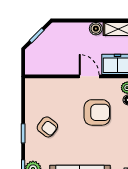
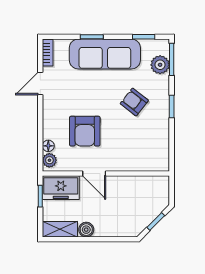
armchair: (97, 112) -> (85, 131), turned -90
armchair: (47, 127) -> (134, 102), moved

